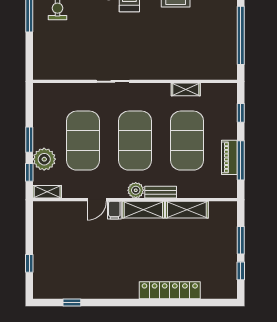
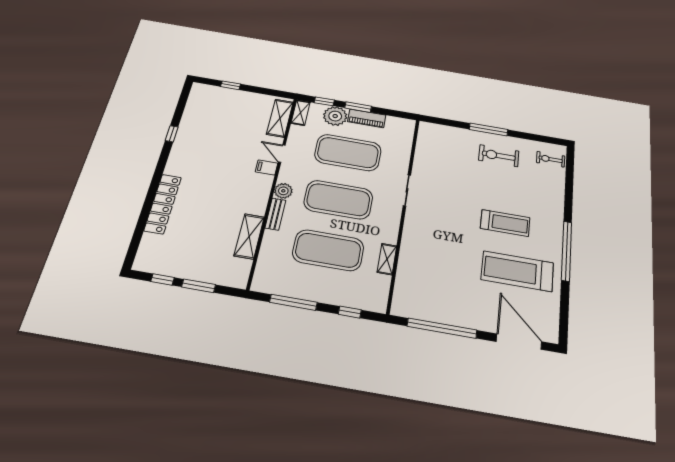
piano: (229, 157) -> (367, 118), moved, turned 180
shelving: (143, 210) -> (280, 118), moved
window: (72, 303) -> (172, 134), moved

